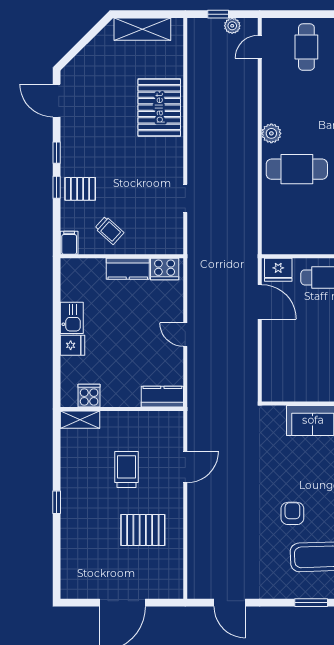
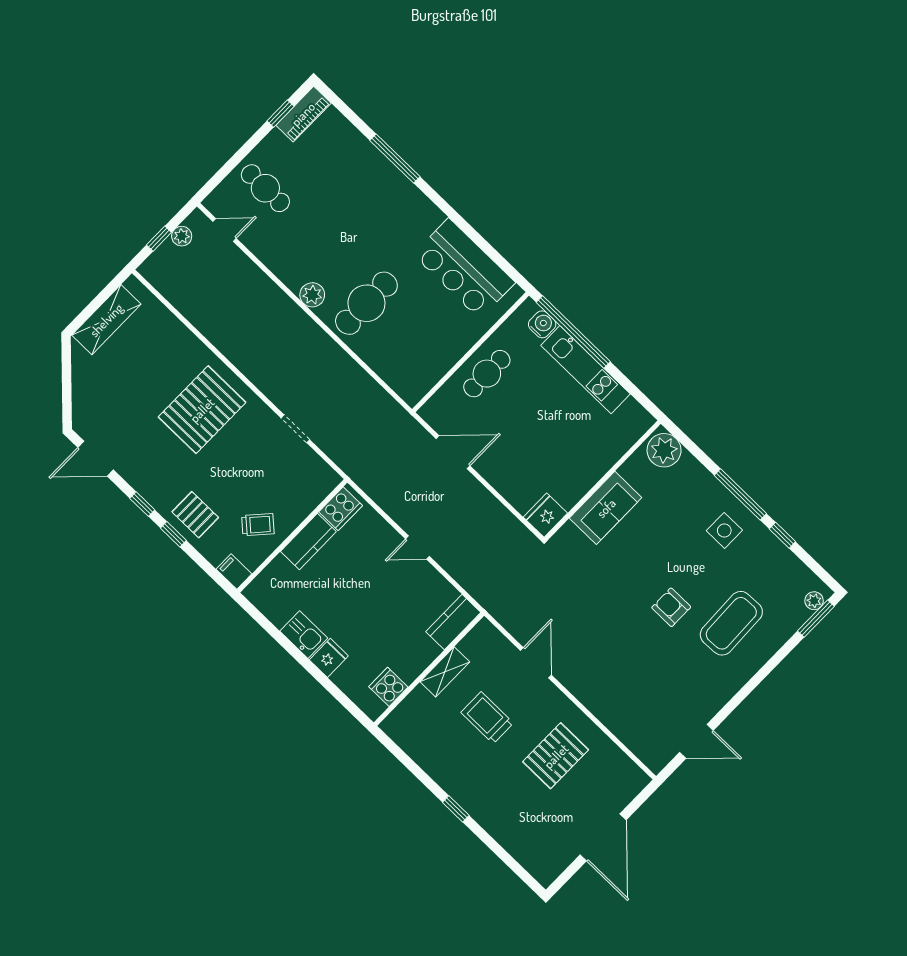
door: (260, 47) -> (224, 230), swing flipped
pallet: (159, 108) -> (202, 410), moved, turned 90
pallet: (80, 189) -> (195, 515), turned 90
fridge: (278, 270) -> (545, 515), moved, turned 180
shelving: (80, 420) -> (445, 672), moved
window: (311, 603) -> (768, 668), removed

